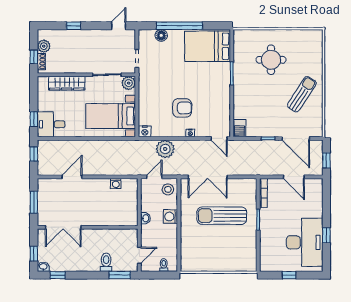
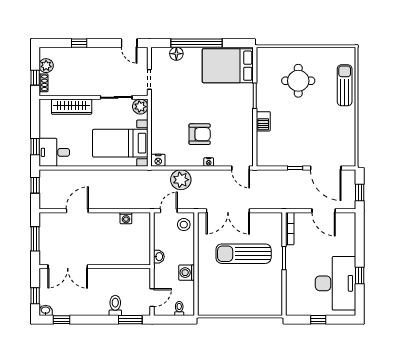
door: (119, 26) -> (129, 43), swing flipped
sun lounger: (302, 94) -> (345, 85), moved, turned -33
barbecue: (239, 128) -> (263, 121), moved
washing machine: (170, 217) -> (187, 273), moved

